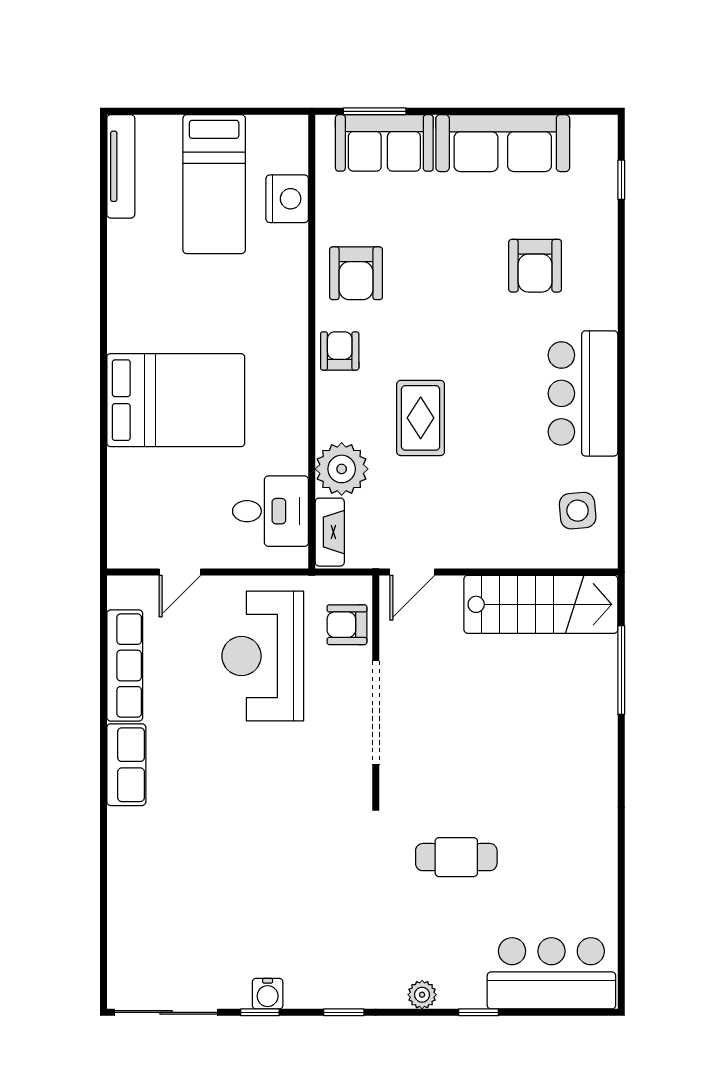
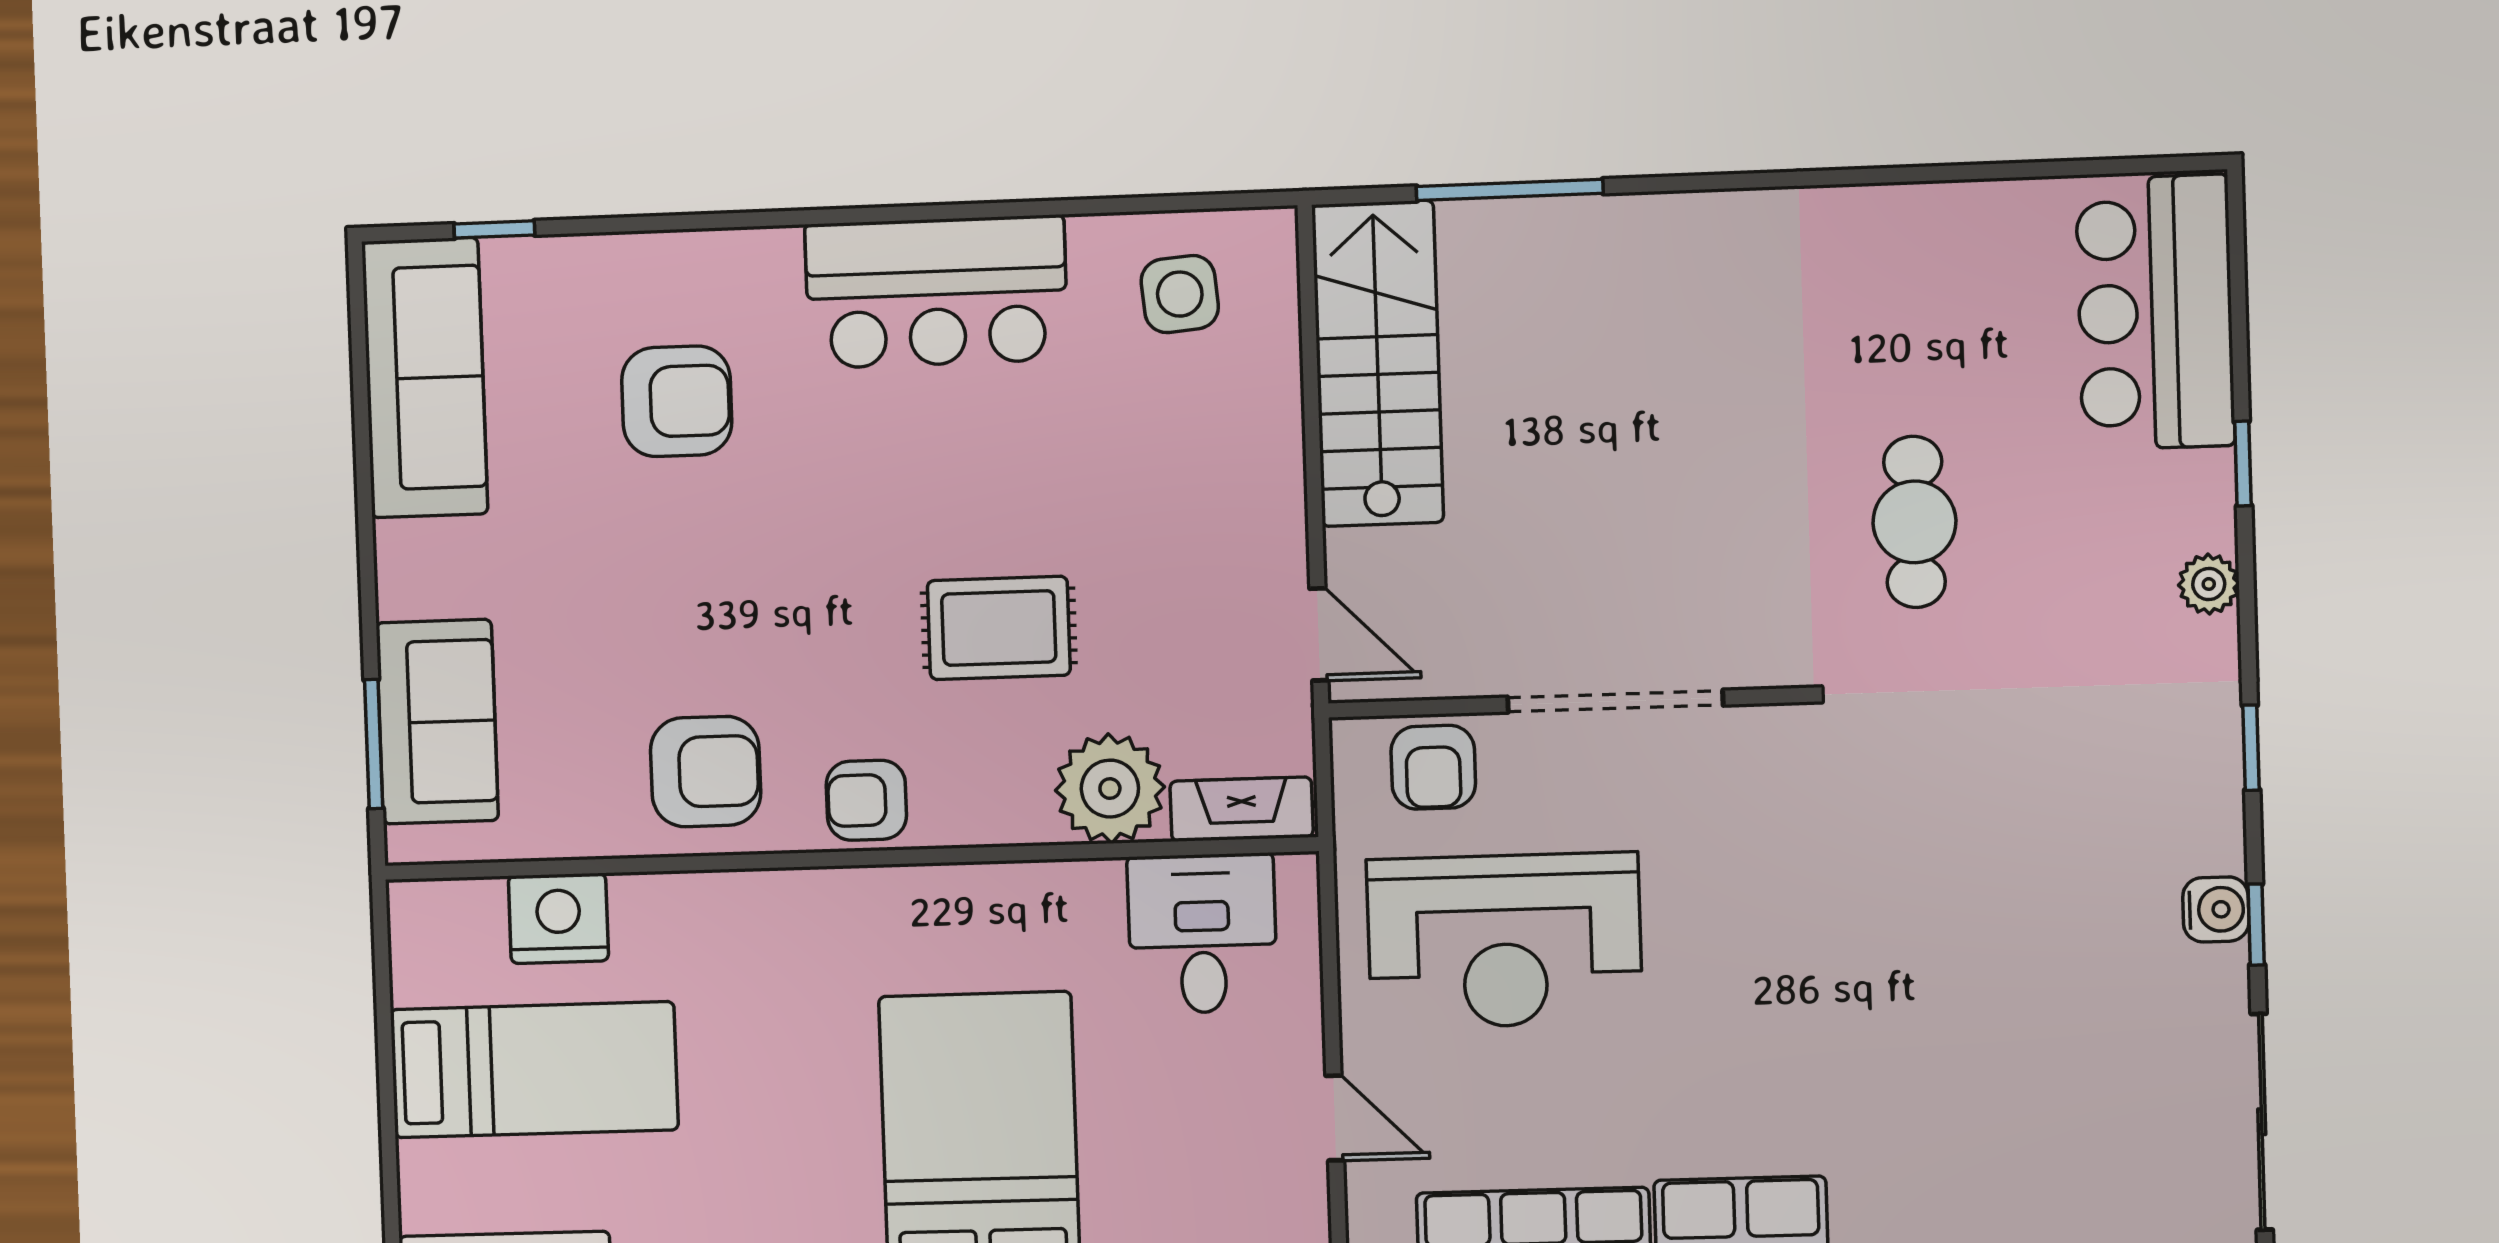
sofa: (503, 143) -> (425, 378), moved

